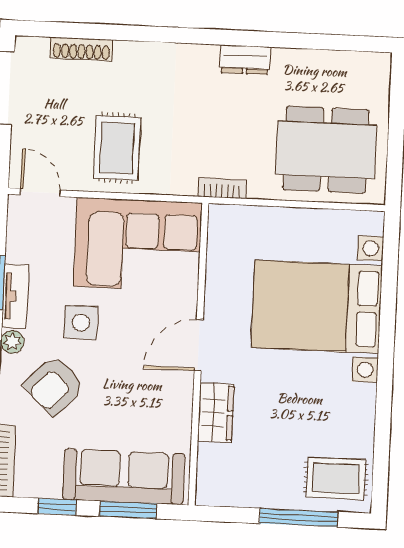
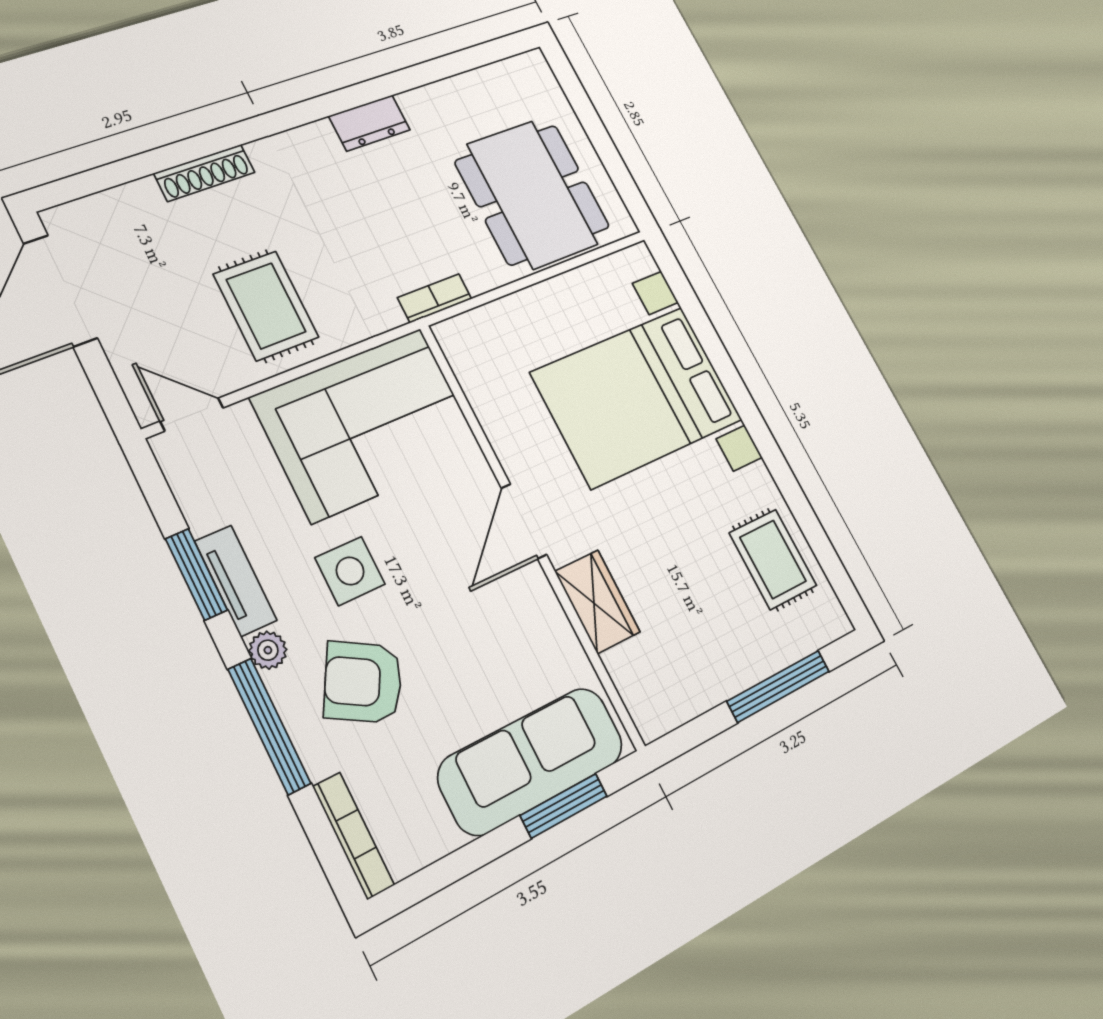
shoe rack: (81, 49) -> (205, 173), moved
dining table: (326, 150) -> (532, 194), turned 90
armchair: (54, 386) -> (363, 682), turned 76
rug: (336, 478) -> (773, 559), moved, turned 90
window: (57, 507) -> (465, 861), removed

